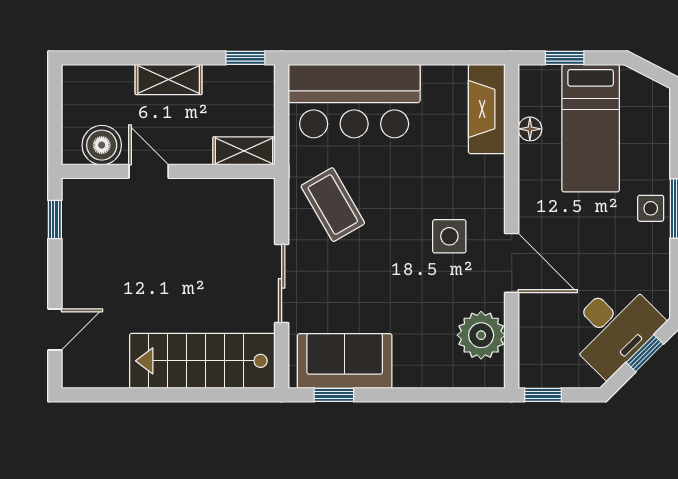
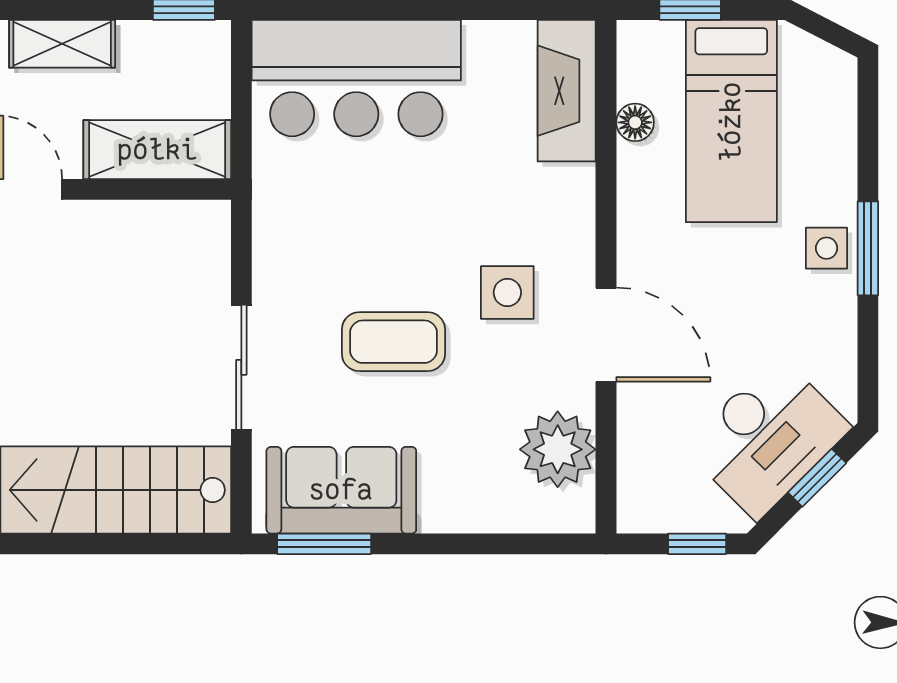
shelving: (244, 151) -> (157, 150), width x1.50, depth x1.33
coffee table: (333, 205) -> (393, 342), moved, turned -60
window: (334, 395) -> (324, 544), width x1.50
window: (543, 395) -> (697, 544), moved

